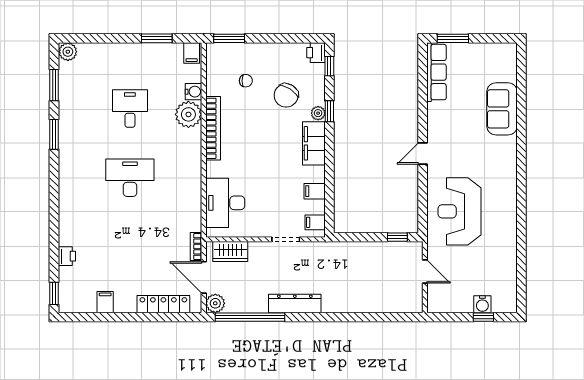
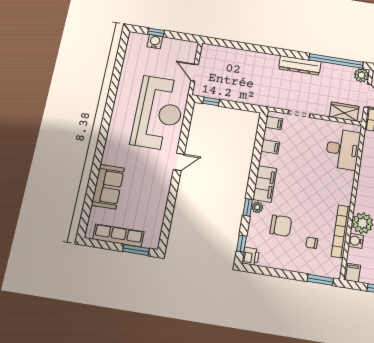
row of seats: (436, 72) -> (118, 235), moved, turned 90
chair: (286, 95) -> (281, 226), turned 58
bookcase: (213, 128) -> (341, 231), moved
reception desk: (459, 211) -> (158, 113), width x1.36, depth x1.30

